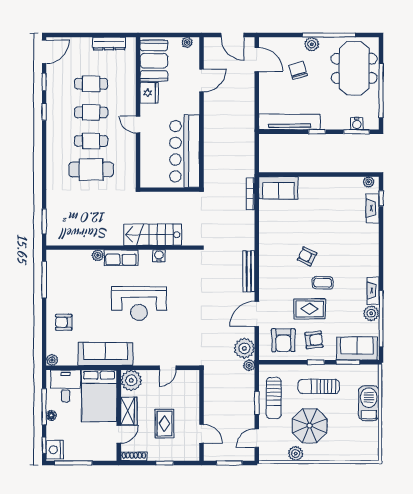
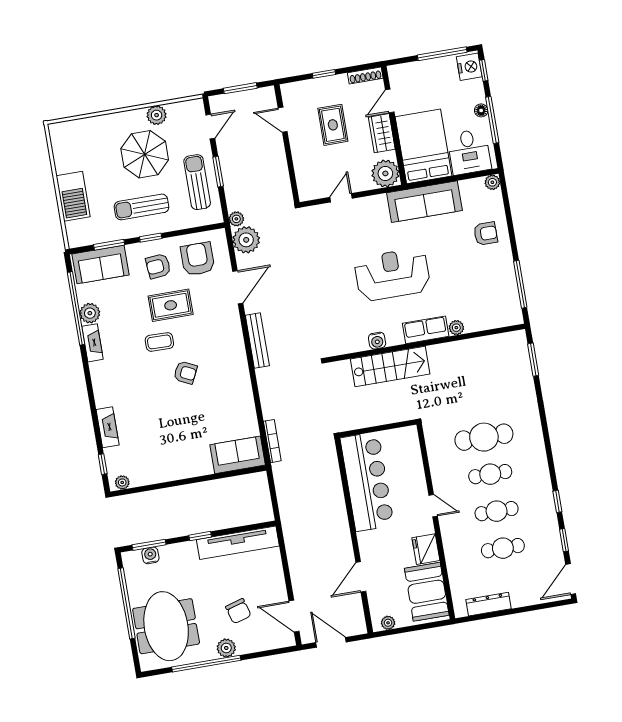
fireplace: (373, 208) -> (108, 427), moved
sun lounger: (319, 386) -> (141, 207), turned 180

